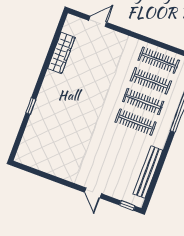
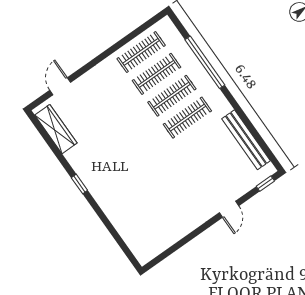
wardrobe: (61, 53) -> (56, 129), moved
window: (31, 106) -> (79, 184), moved
door: (93, 193) -> (229, 209), hinge flipped

